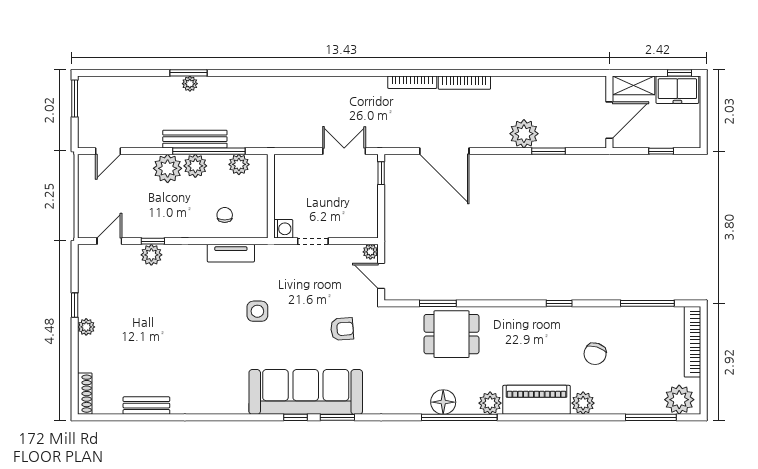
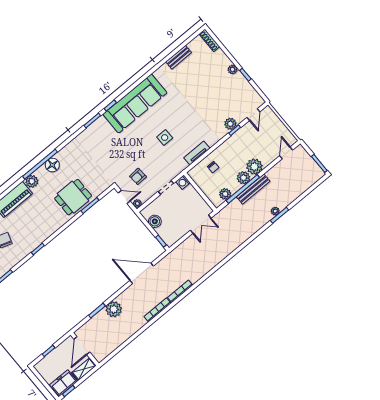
double door: (344, 151) -> (201, 224), moved
boiler: (367, 207) -> (155, 221), added
armchair: (342, 329) -> (138, 176), moved
sofa: (306, 392) -> (135, 104), moved

